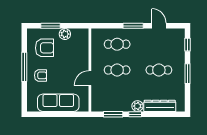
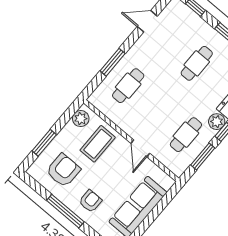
window: (133, 26) -> (113, 62), moved
plant: (65, 34) -> (81, 119), moved
coffee table: (73, 54) -> (98, 144), added
cafe table: (117, 70) -> (186, 135), moved

